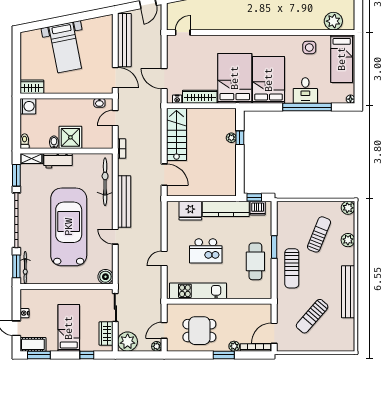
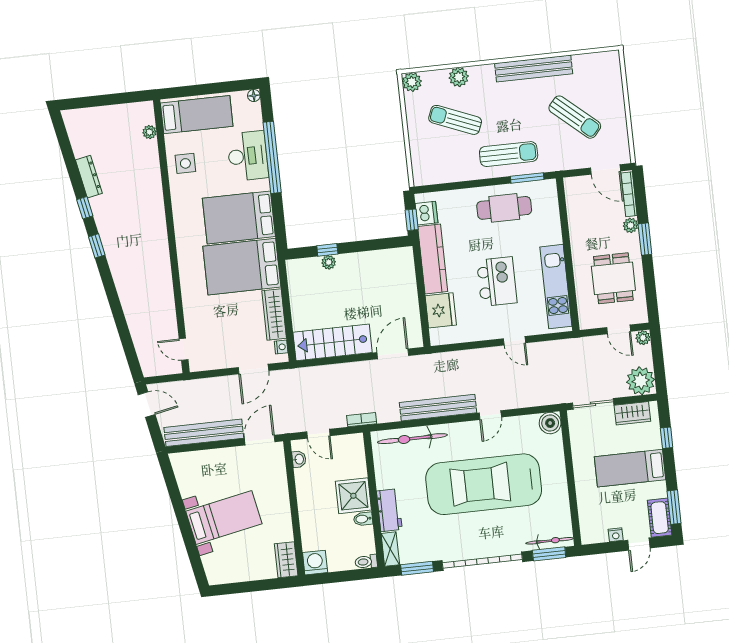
plant: (333, 21) -> (149, 132), width x0.53, depth x0.53
desk: (305, 90) -> (248, 156), width x1.37
window: (274, 247) -> (527, 178), moved

